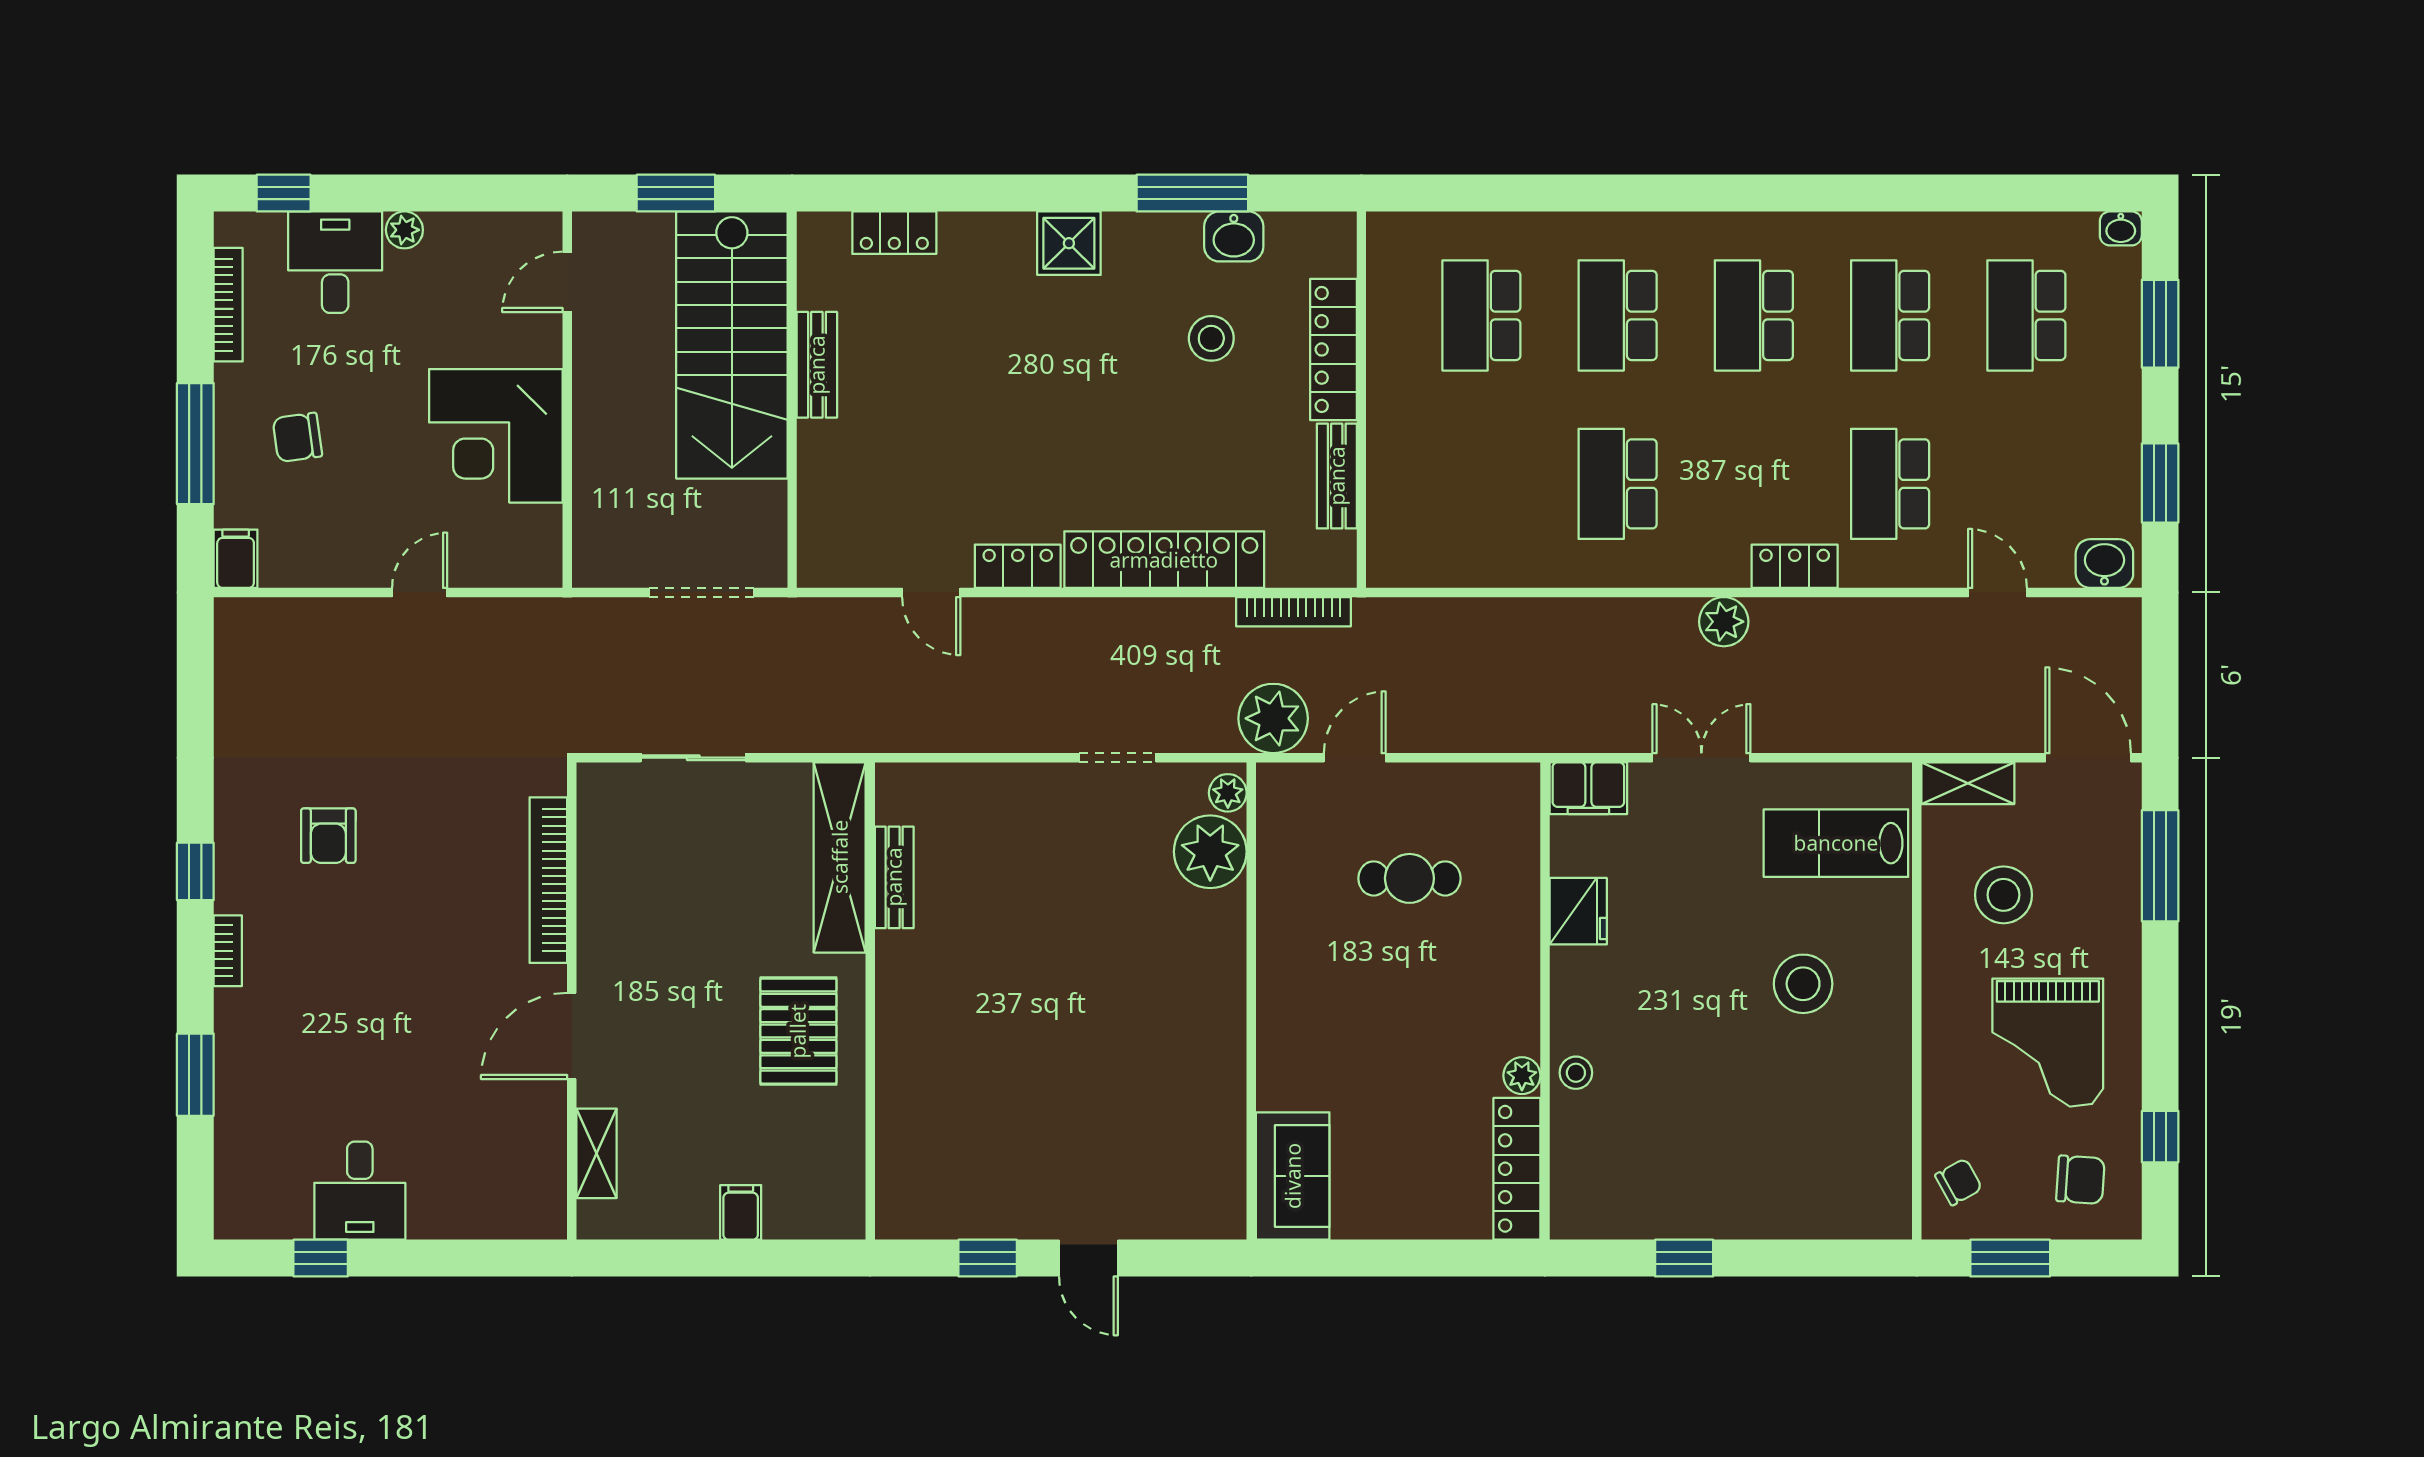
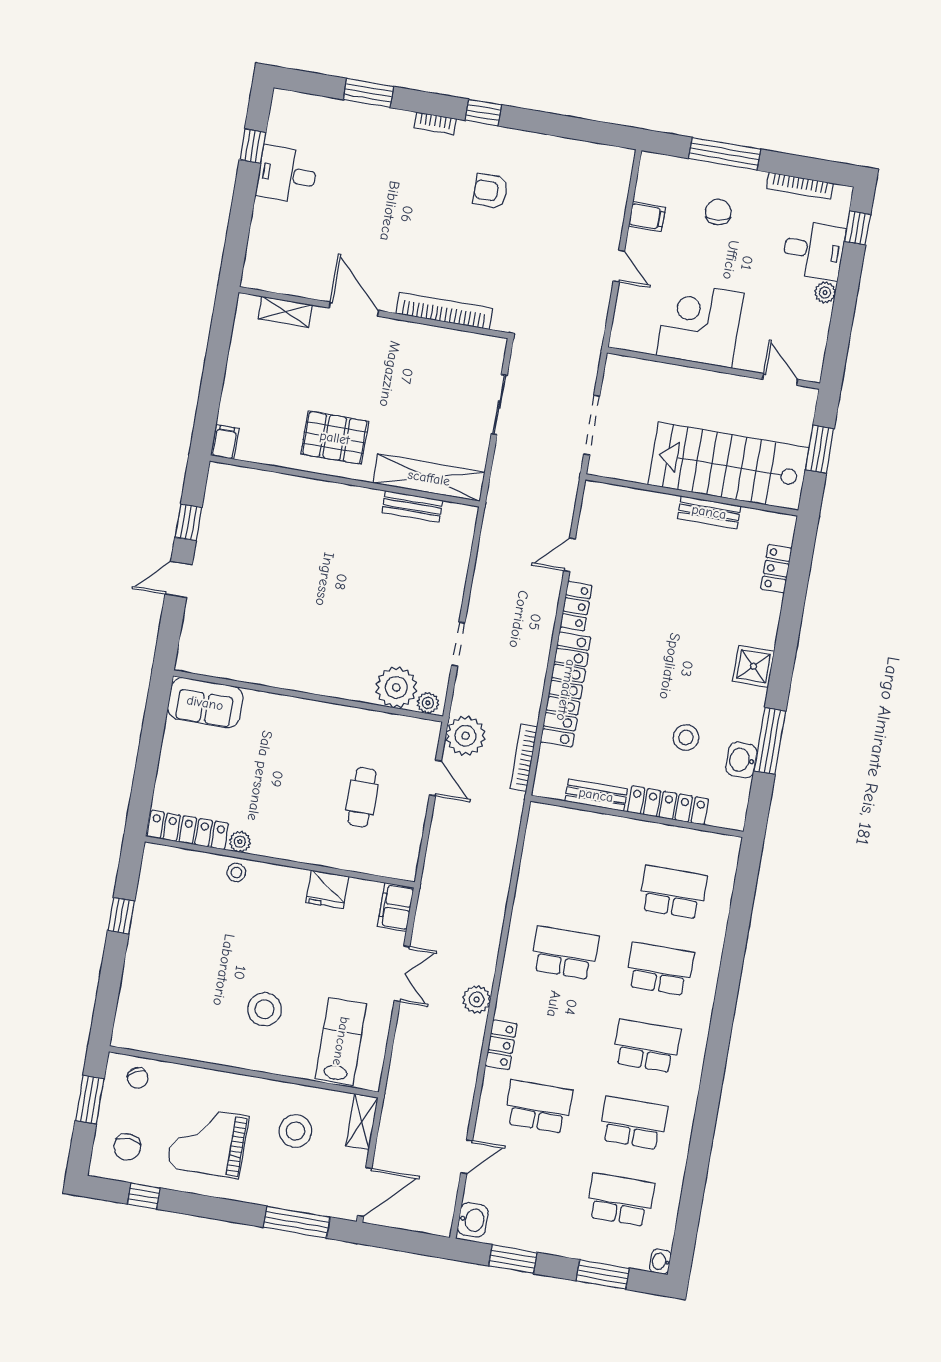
filing cabinet: (236, 559) -> (647, 217), moved
filing cabinet: (741, 1212) -> (225, 442), moved, turned -90

